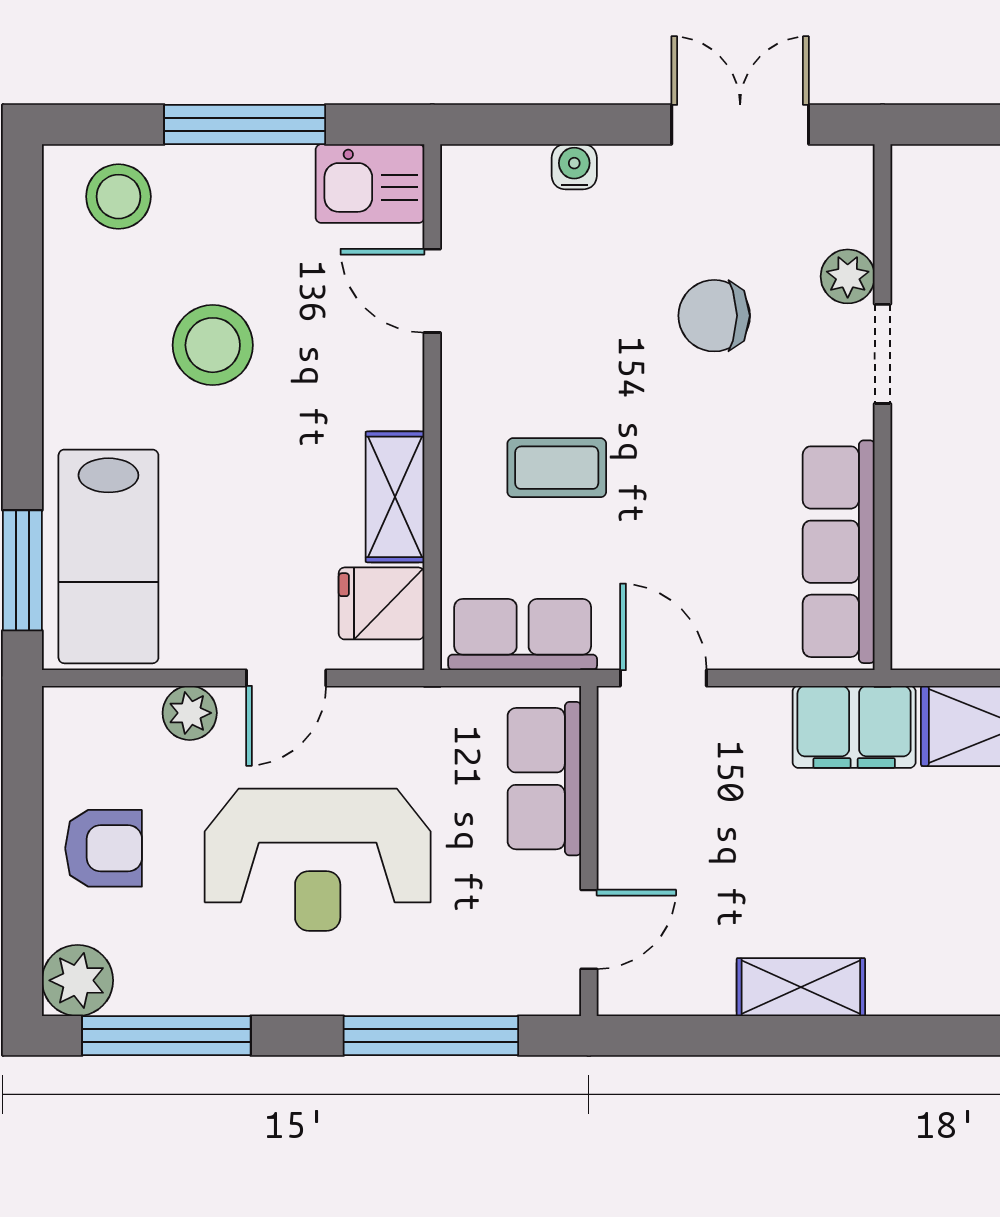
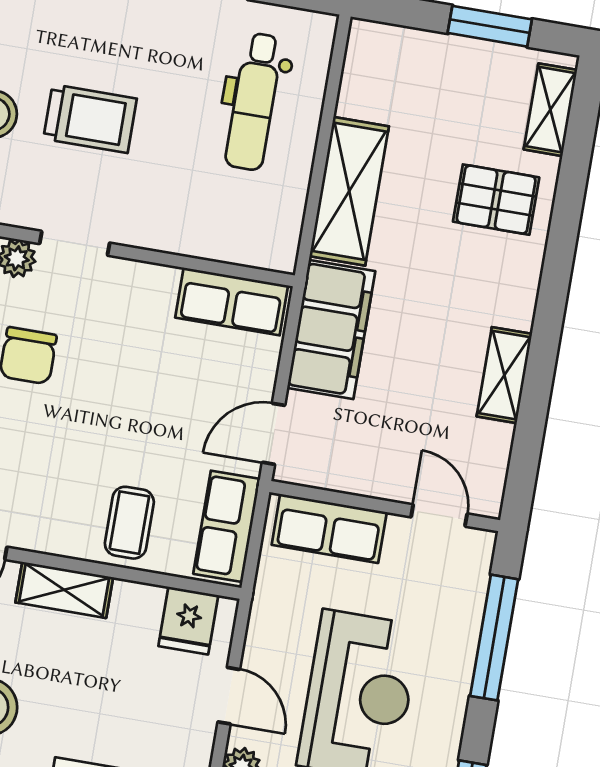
coffee table: (557, 468) -> (129, 523), moved
shelving: (395, 497) -> (64, 590), moved
row of seats: (839, 552) -> (232, 301), width x0.68
filing cabinet: (854, 727) -> (331, 329), width x1.50, depth x1.17

